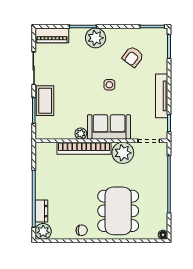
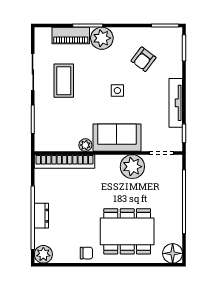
piano: (52, 35) -> (71, 35), moved
coffee table: (45, 101) -> (64, 81), moved
bookcase: (84, 148) -> (64, 161), moved
dresser: (41, 211) -> (41, 216), moved
dining table: (118, 211) -> (127, 231), turned 90
floor lamp: (163, 235) -> (173, 253), width x1.89, depth x1.89

